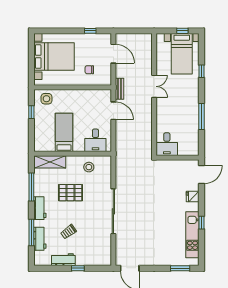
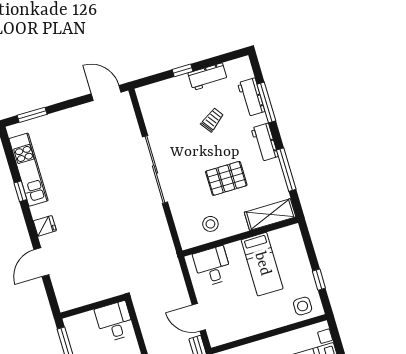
desk: (167, 144) -> (115, 322), moved
wall: (178, 158) -> (93, 306), moved

